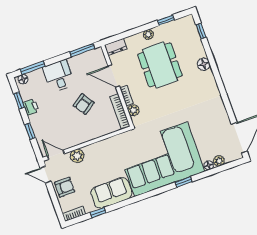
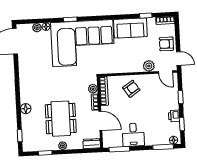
desk: (59, 76) -> (133, 135), moved
armchair: (84, 104) -> (131, 89), moved

